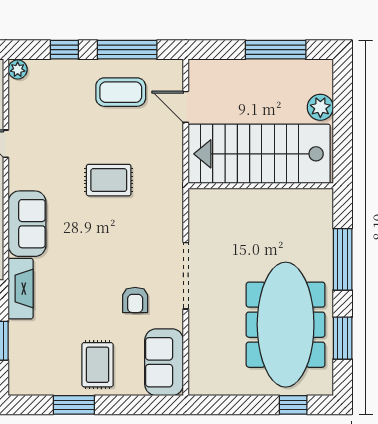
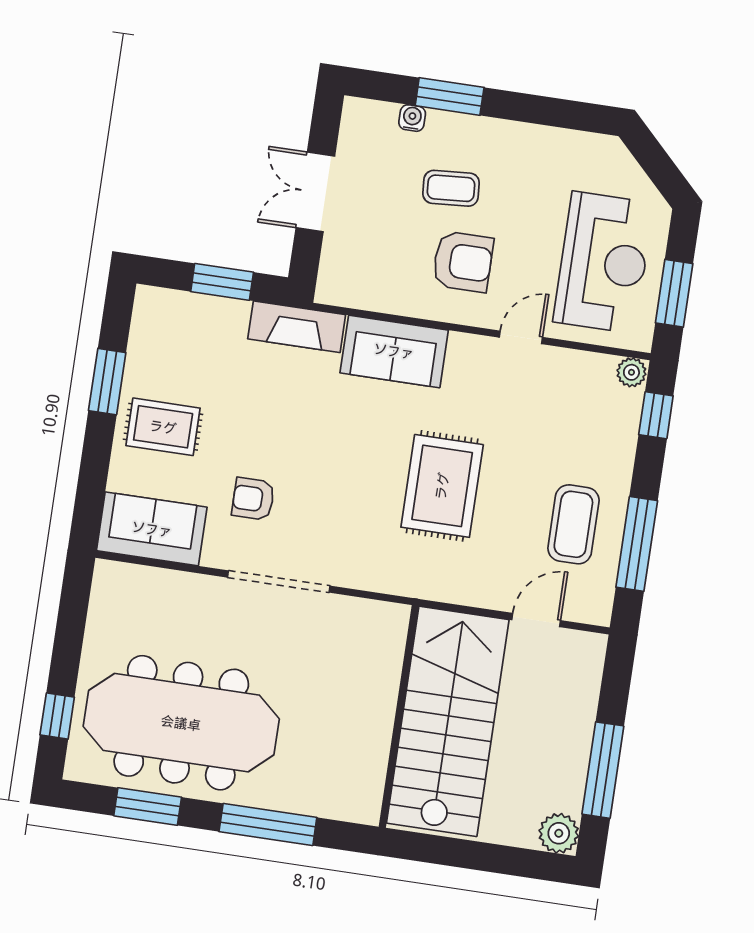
window: (64, 50) -> (656, 415), moved
plant: (320, 107) -> (559, 833), moved
rug: (109, 180) -> (442, 486), width x1.36, depth x1.43

